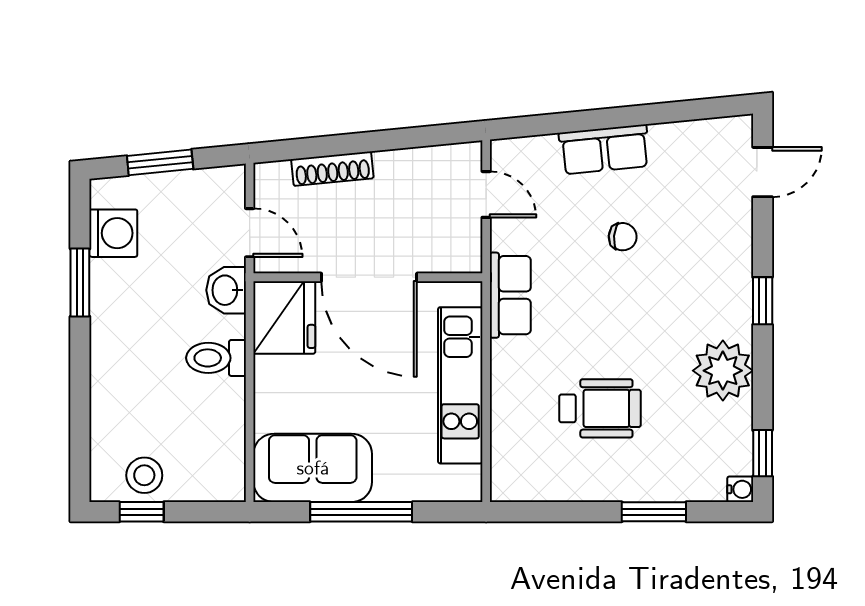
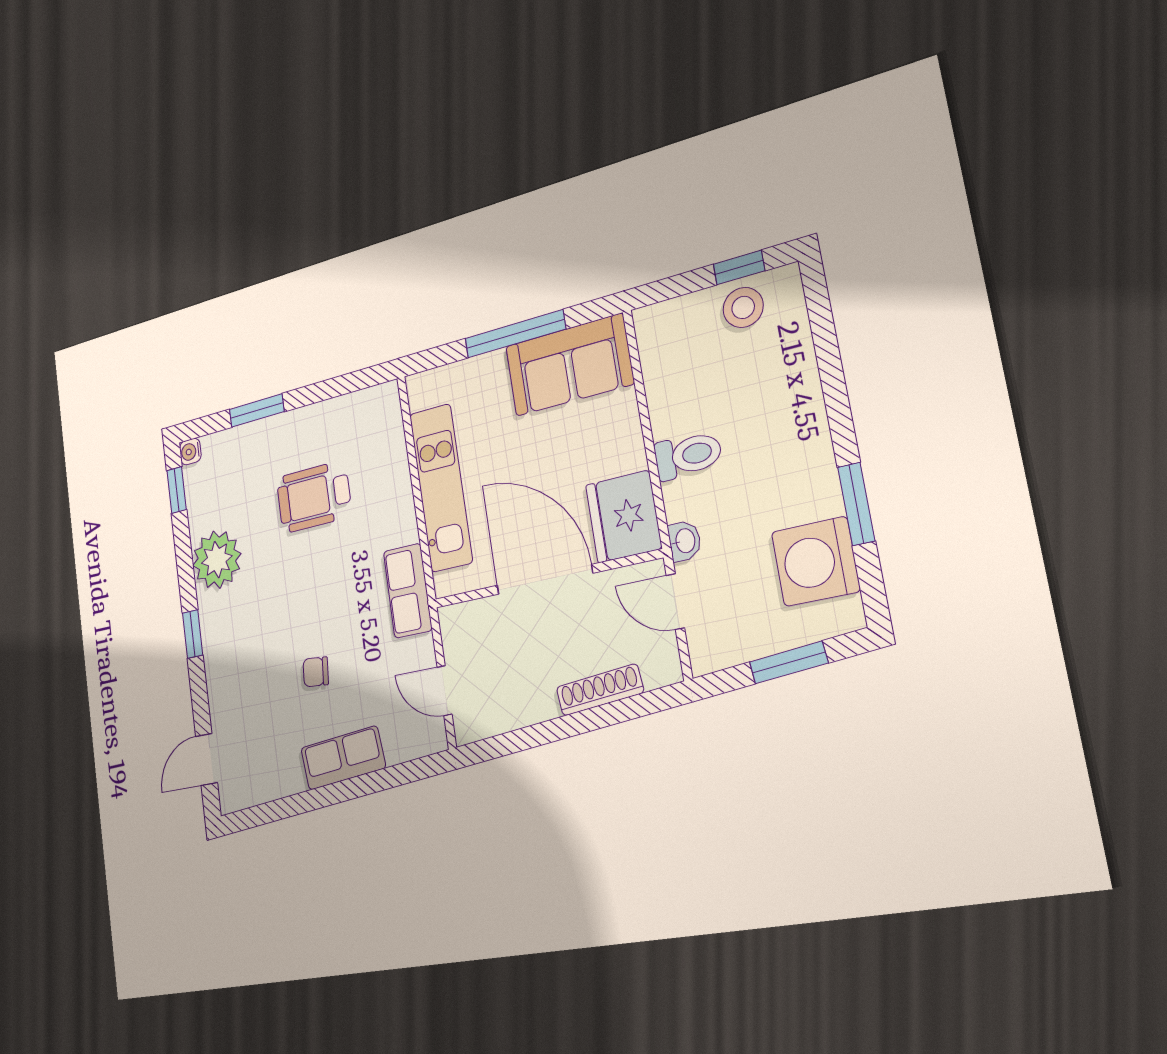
washing machine: (113, 233) -> (816, 562), width x1.37, depth x1.37
washbasin: (226, 290) -> (685, 541), width x0.72, depth x0.69

